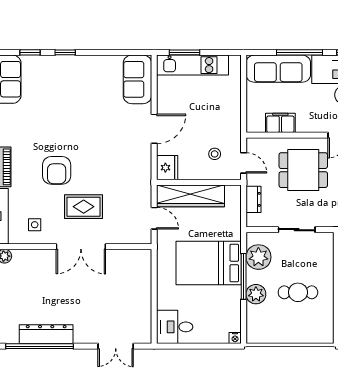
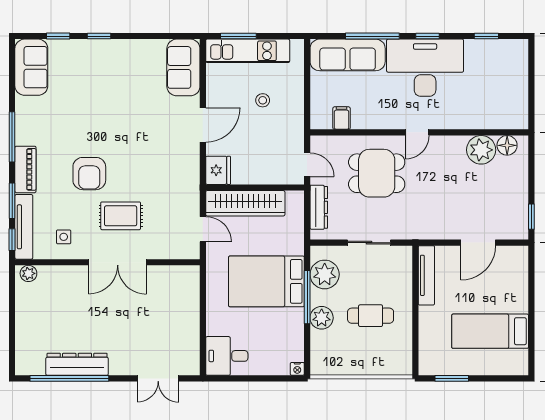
filing cabinet: (280, 123) -> (342, 118), width x0.50
stool: (215, 154) -> (263, 100), moved
dresser: (254, 199) -> (319, 207), width x1.44

